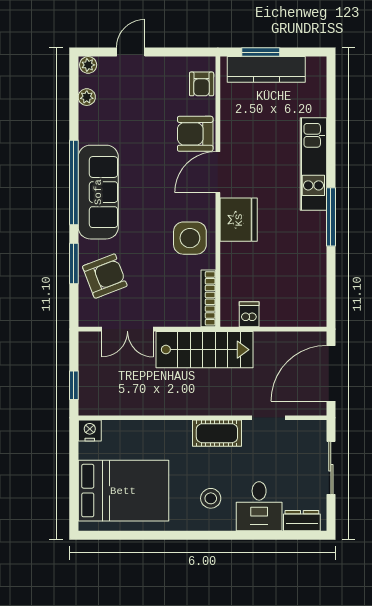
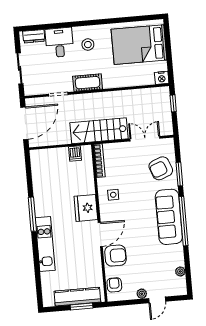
plant: (88, 65) -> (142, 294), moved
side table: (190, 238) -> (113, 195), width x0.54, depth x0.54

